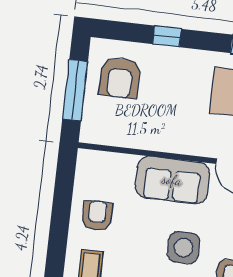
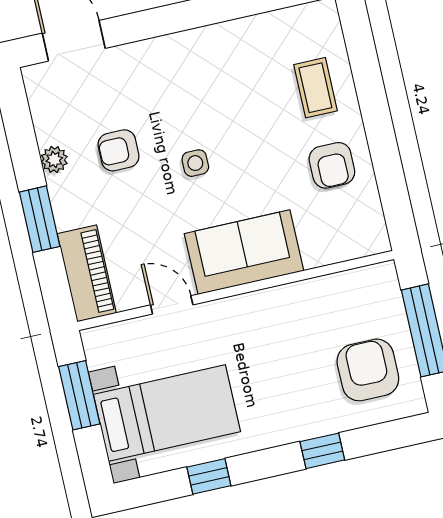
side table: (184, 248) -> (195, 163), width x0.54, depth x0.54

